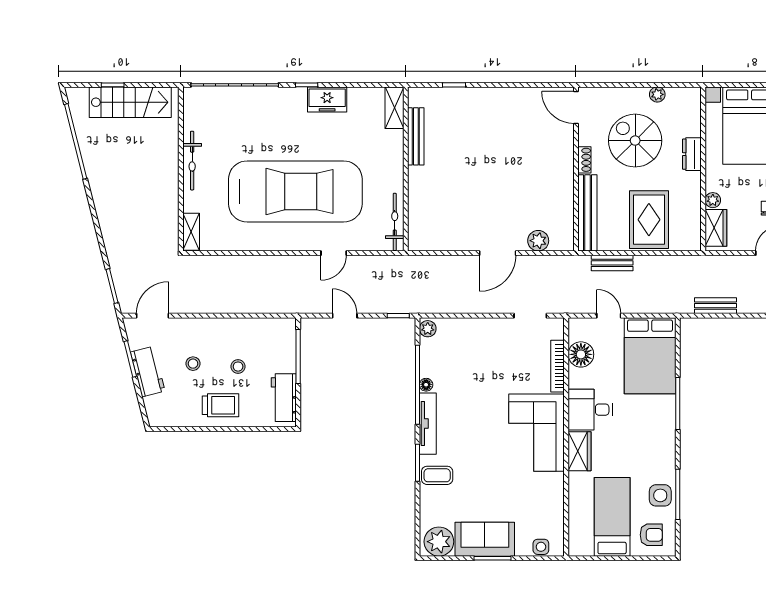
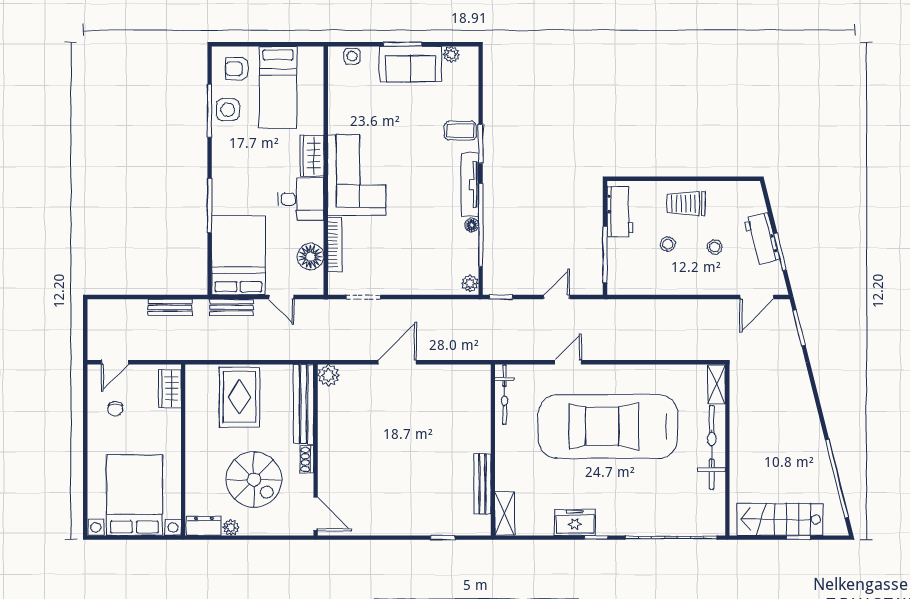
dresser: (692, 154) -> (204, 526), moved, turned -90
bicycle: (192, 161) -> (712, 447), width x1.37, depth x1.40
plant: (713, 200) -> (173, 417), removed
plant: (538, 241) -> (328, 375), moved
bench: (612, 263) -> (231, 307), moved
door: (345, 316) -> (557, 297), swing flipped
plant: (439, 542) -> (451, 54), width x0.53, depth x0.53

